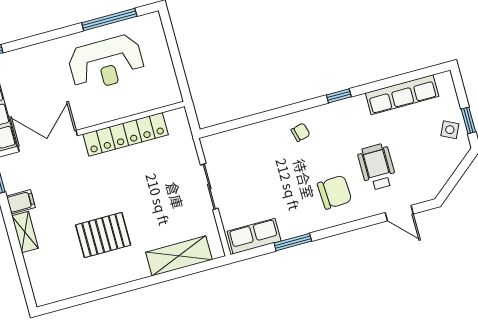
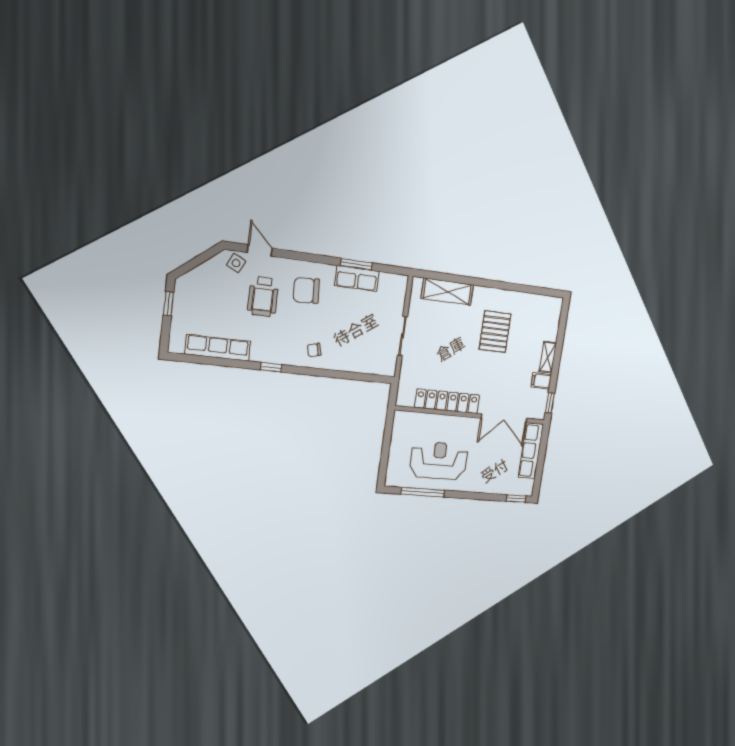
side table: (450, 130) -> (236, 263), moved
pallet: (103, 235) -> (495, 332), turned 90
row of seats: (254, 236) -> (357, 278), moved

